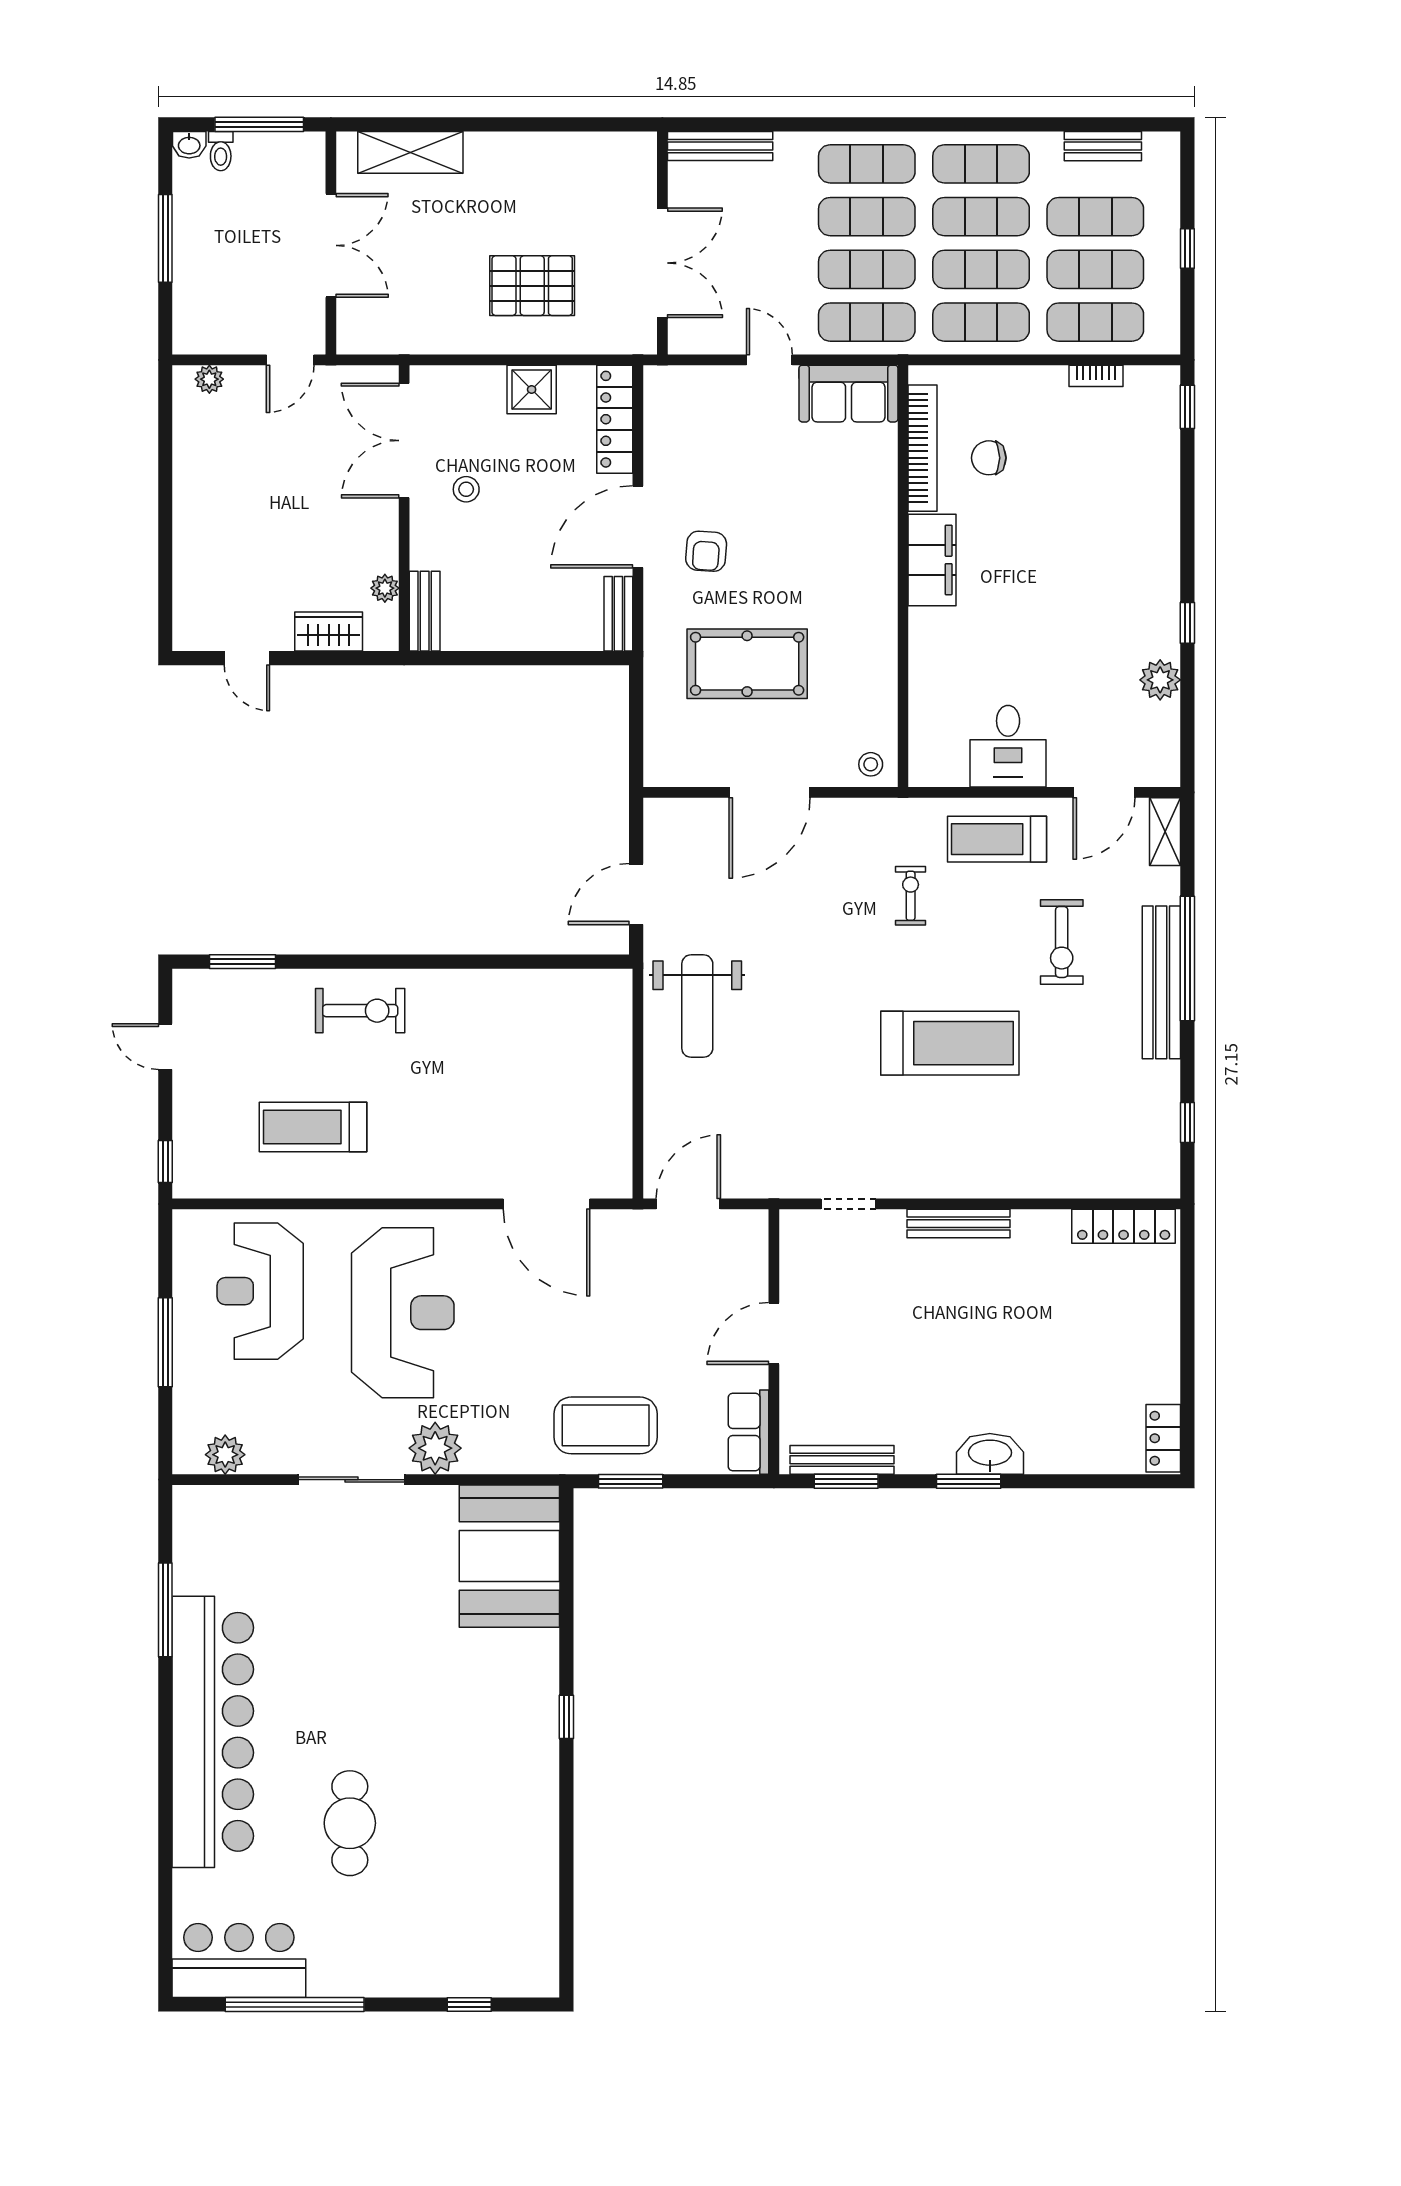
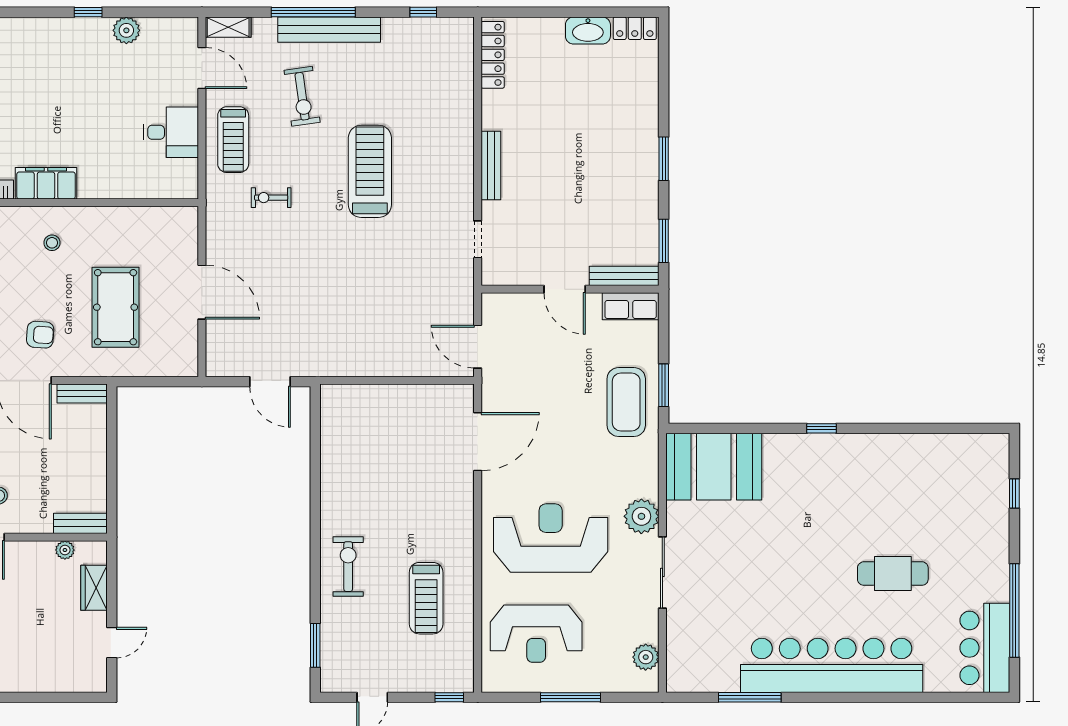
stool: (871, 764) -> (52, 243), moved
exercise bike: (1062, 942) -> (302, 96), turned 82
weight bench: (697, 1006) -> (345, 341), removed
washbasin: (990, 1454) -> (588, 30), moved, turned -90
bench: (842, 1460) -> (624, 276), moved, turned 90

